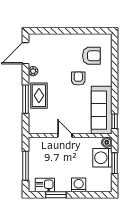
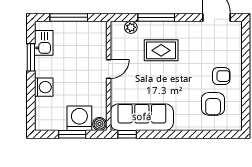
plant: (33, 71) -> (131, 27), moved
armchair: (78, 78) -> (221, 76), moved
rug: (39, 96) -> (161, 50), moved

